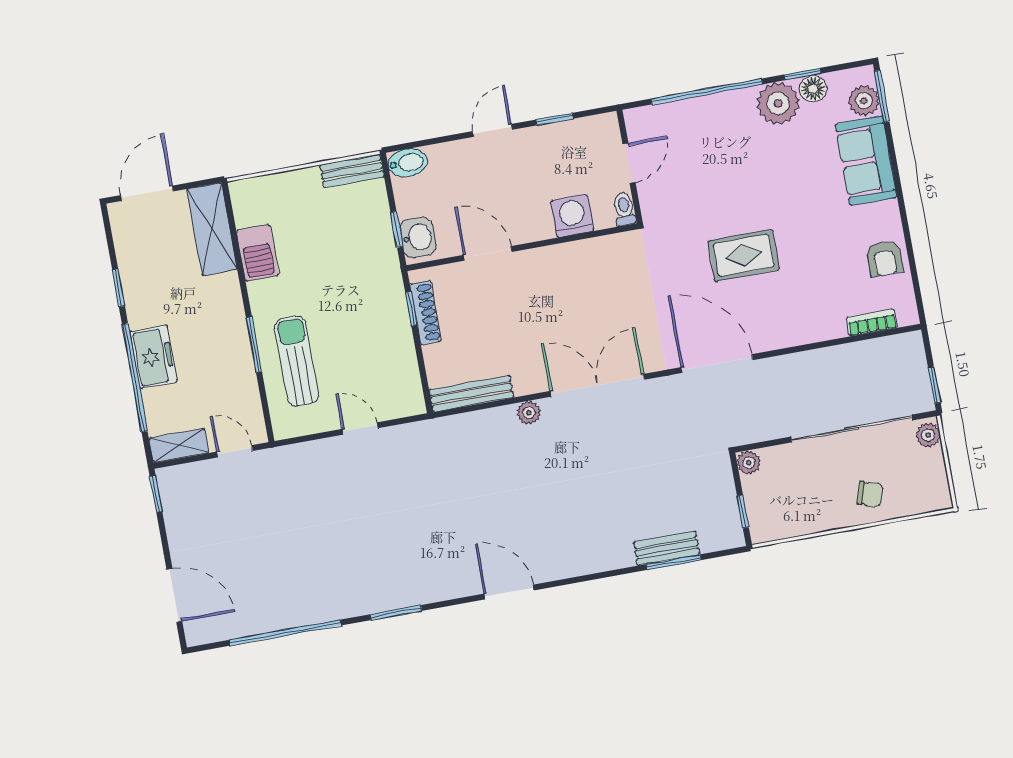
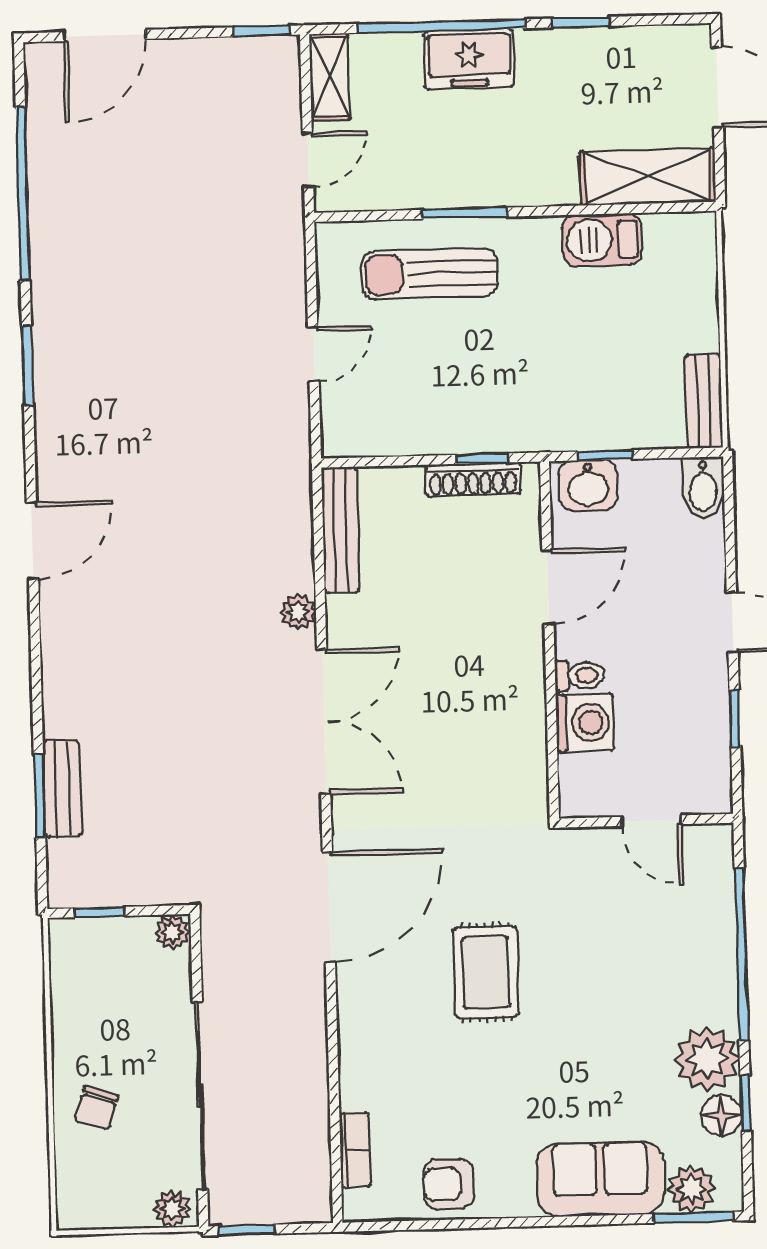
toilet: (624, 209) -> (580, 675), moved
sun lounger: (297, 361) -> (430, 274), turned 180

